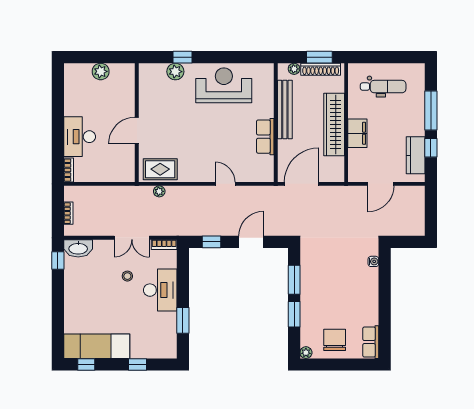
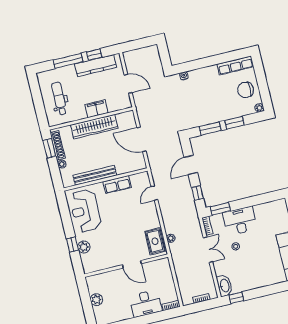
bench: (285, 110) -> (95, 175), moved
wall: (276, 123) -> (106, 179), moved
row of seats: (265, 137) -> (117, 184), moved
kitchen counter: (416, 155) -> (96, 66), width x1.50
door: (251, 242) -> (191, 165), hinge flipped
window: (183, 320) -> (220, 209), moved
row of seats: (371, 342) -> (235, 65), width x1.48

